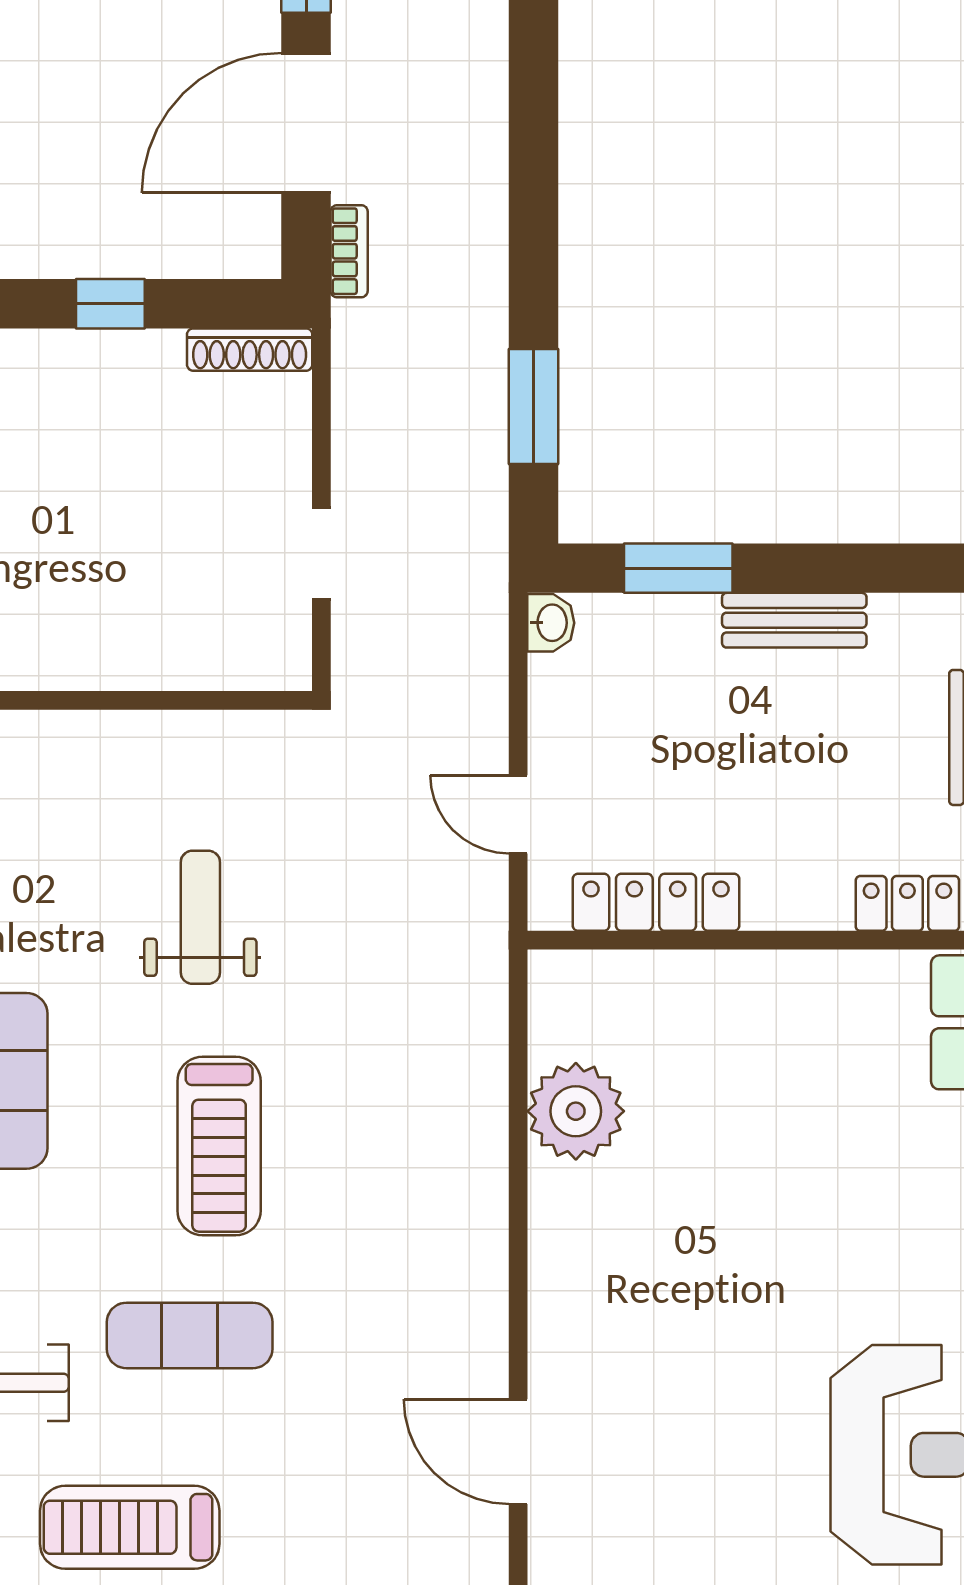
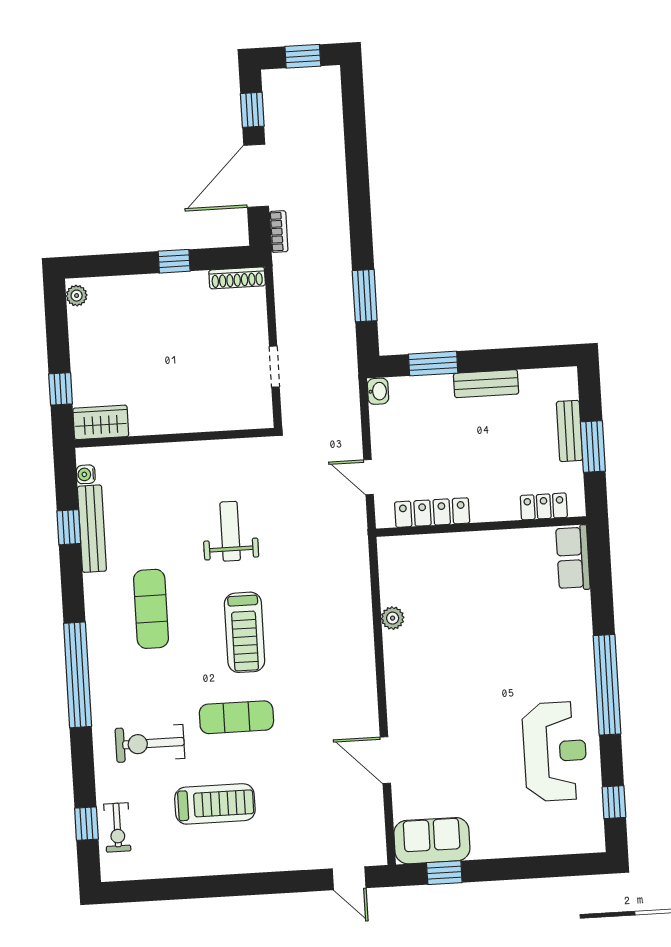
plant: (576, 1111) -> (393, 618), width x0.53, depth x0.53
treadmill: (130, 1527) -> (215, 804), turned 180

